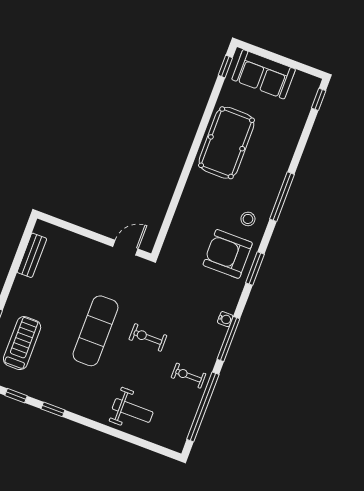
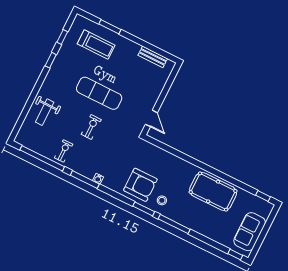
sofa: (264, 74) -> (250, 232), moved
armchair: (228, 254) -> (140, 185), turned 90
window: (255, 269) -> (144, 209), moved

